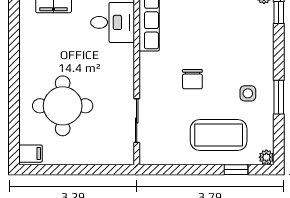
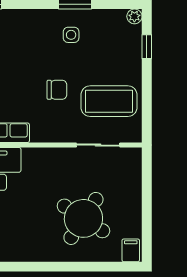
round table: (63, 106) -> (83, 218), turned 33
coffee table: (219, 135) -> (109, 101), moved, turned 90

